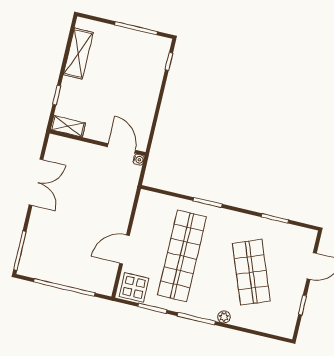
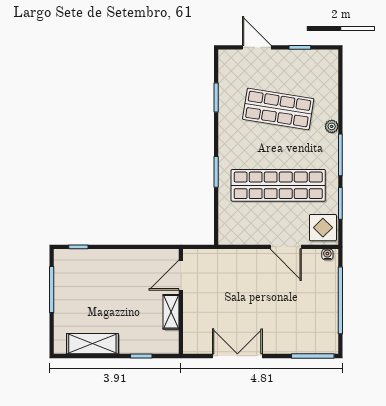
shelving: (68, 126) -> (171, 312), moved
water cooler: (139, 160) -> (327, 254), moved
shop shelf: (251, 272) -> (278, 109), turned 30

